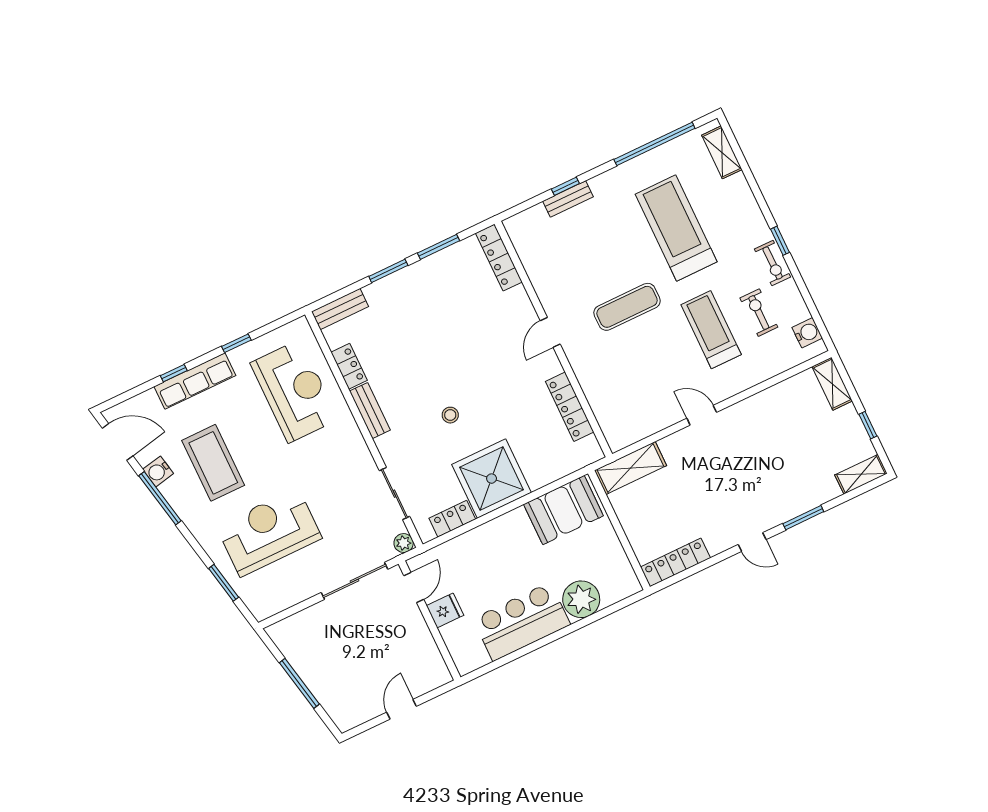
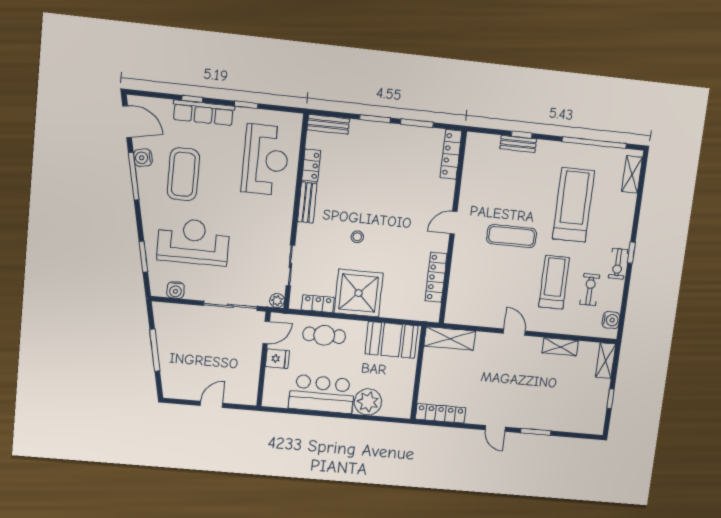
shelving: (861, 474) -> (560, 347), moved
cafe table: (482, 551) -> (324, 335), added
water cooler: (282, 600) -> (176, 290), added

